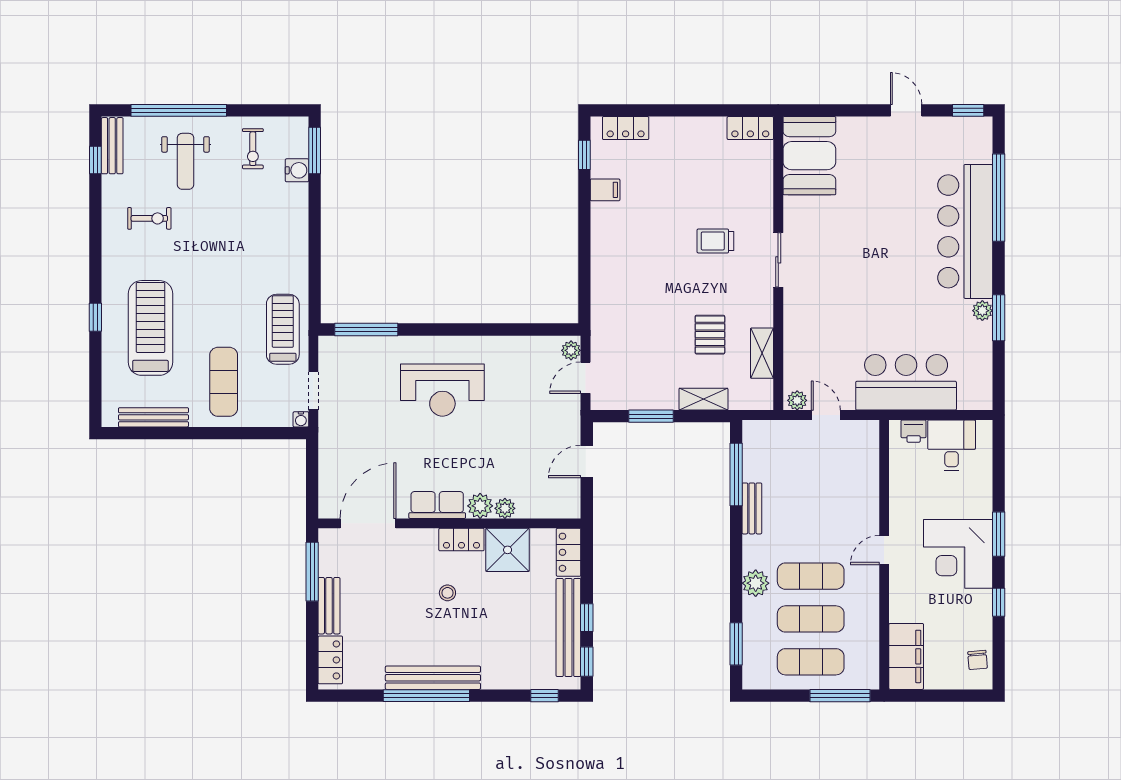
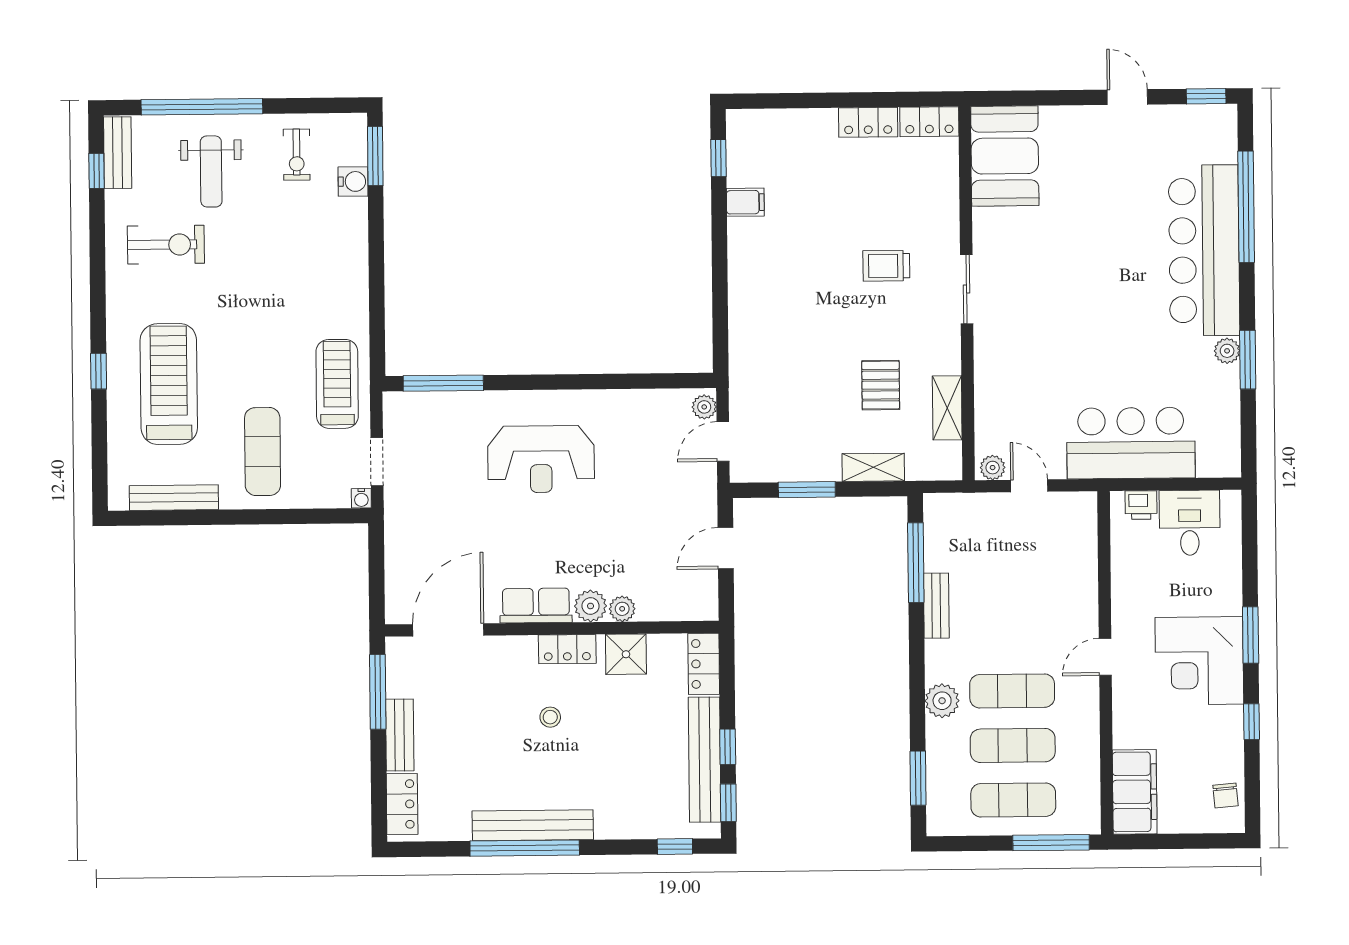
locker: (626, 128) -> (868, 122), moved
exercise bike: (149, 218) -> (166, 245), width x1.38, depth x1.39
shower: (508, 550) -> (626, 654), width x0.73, depth x0.73

